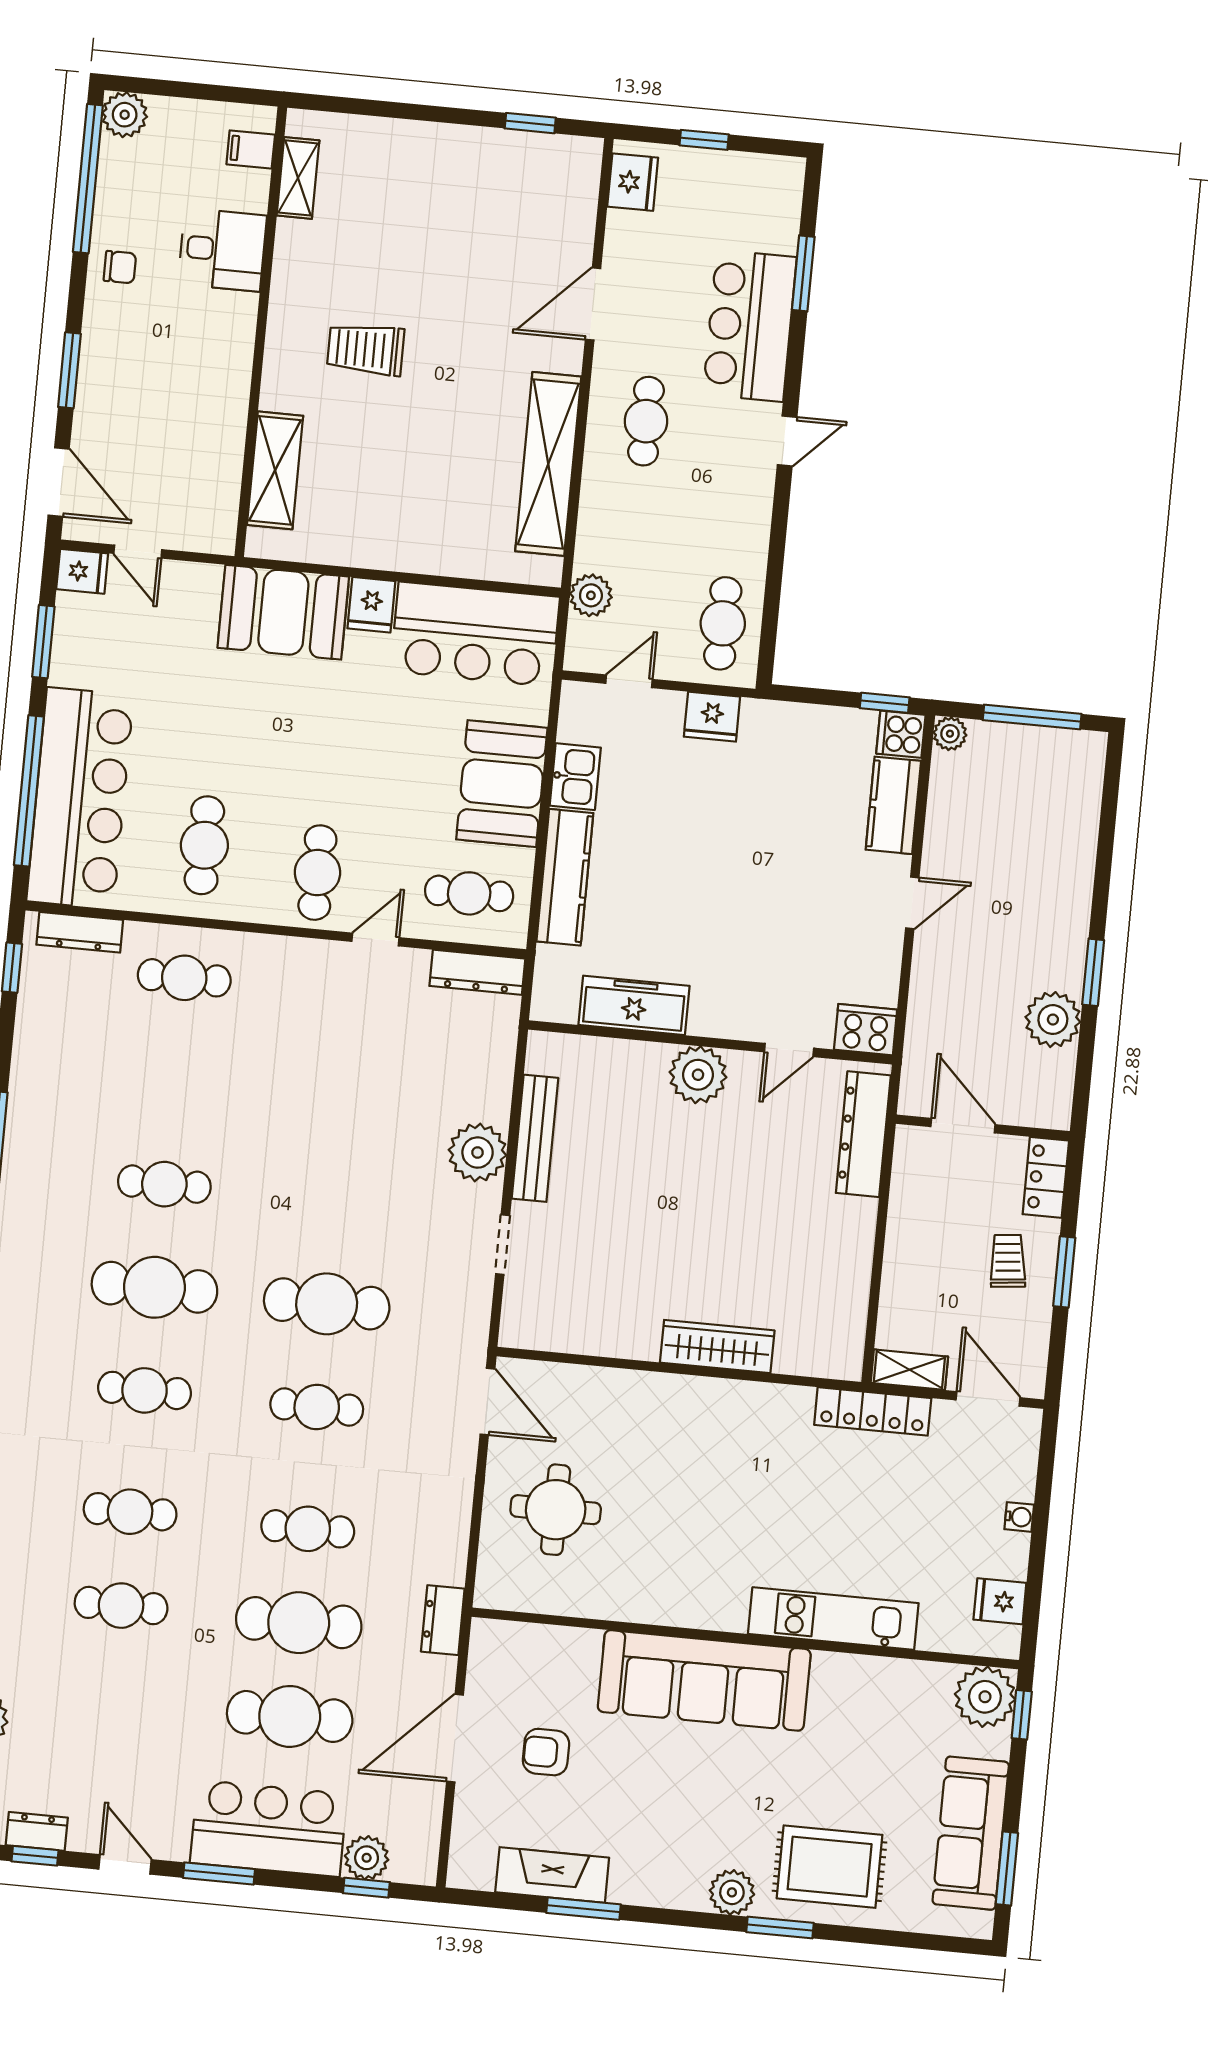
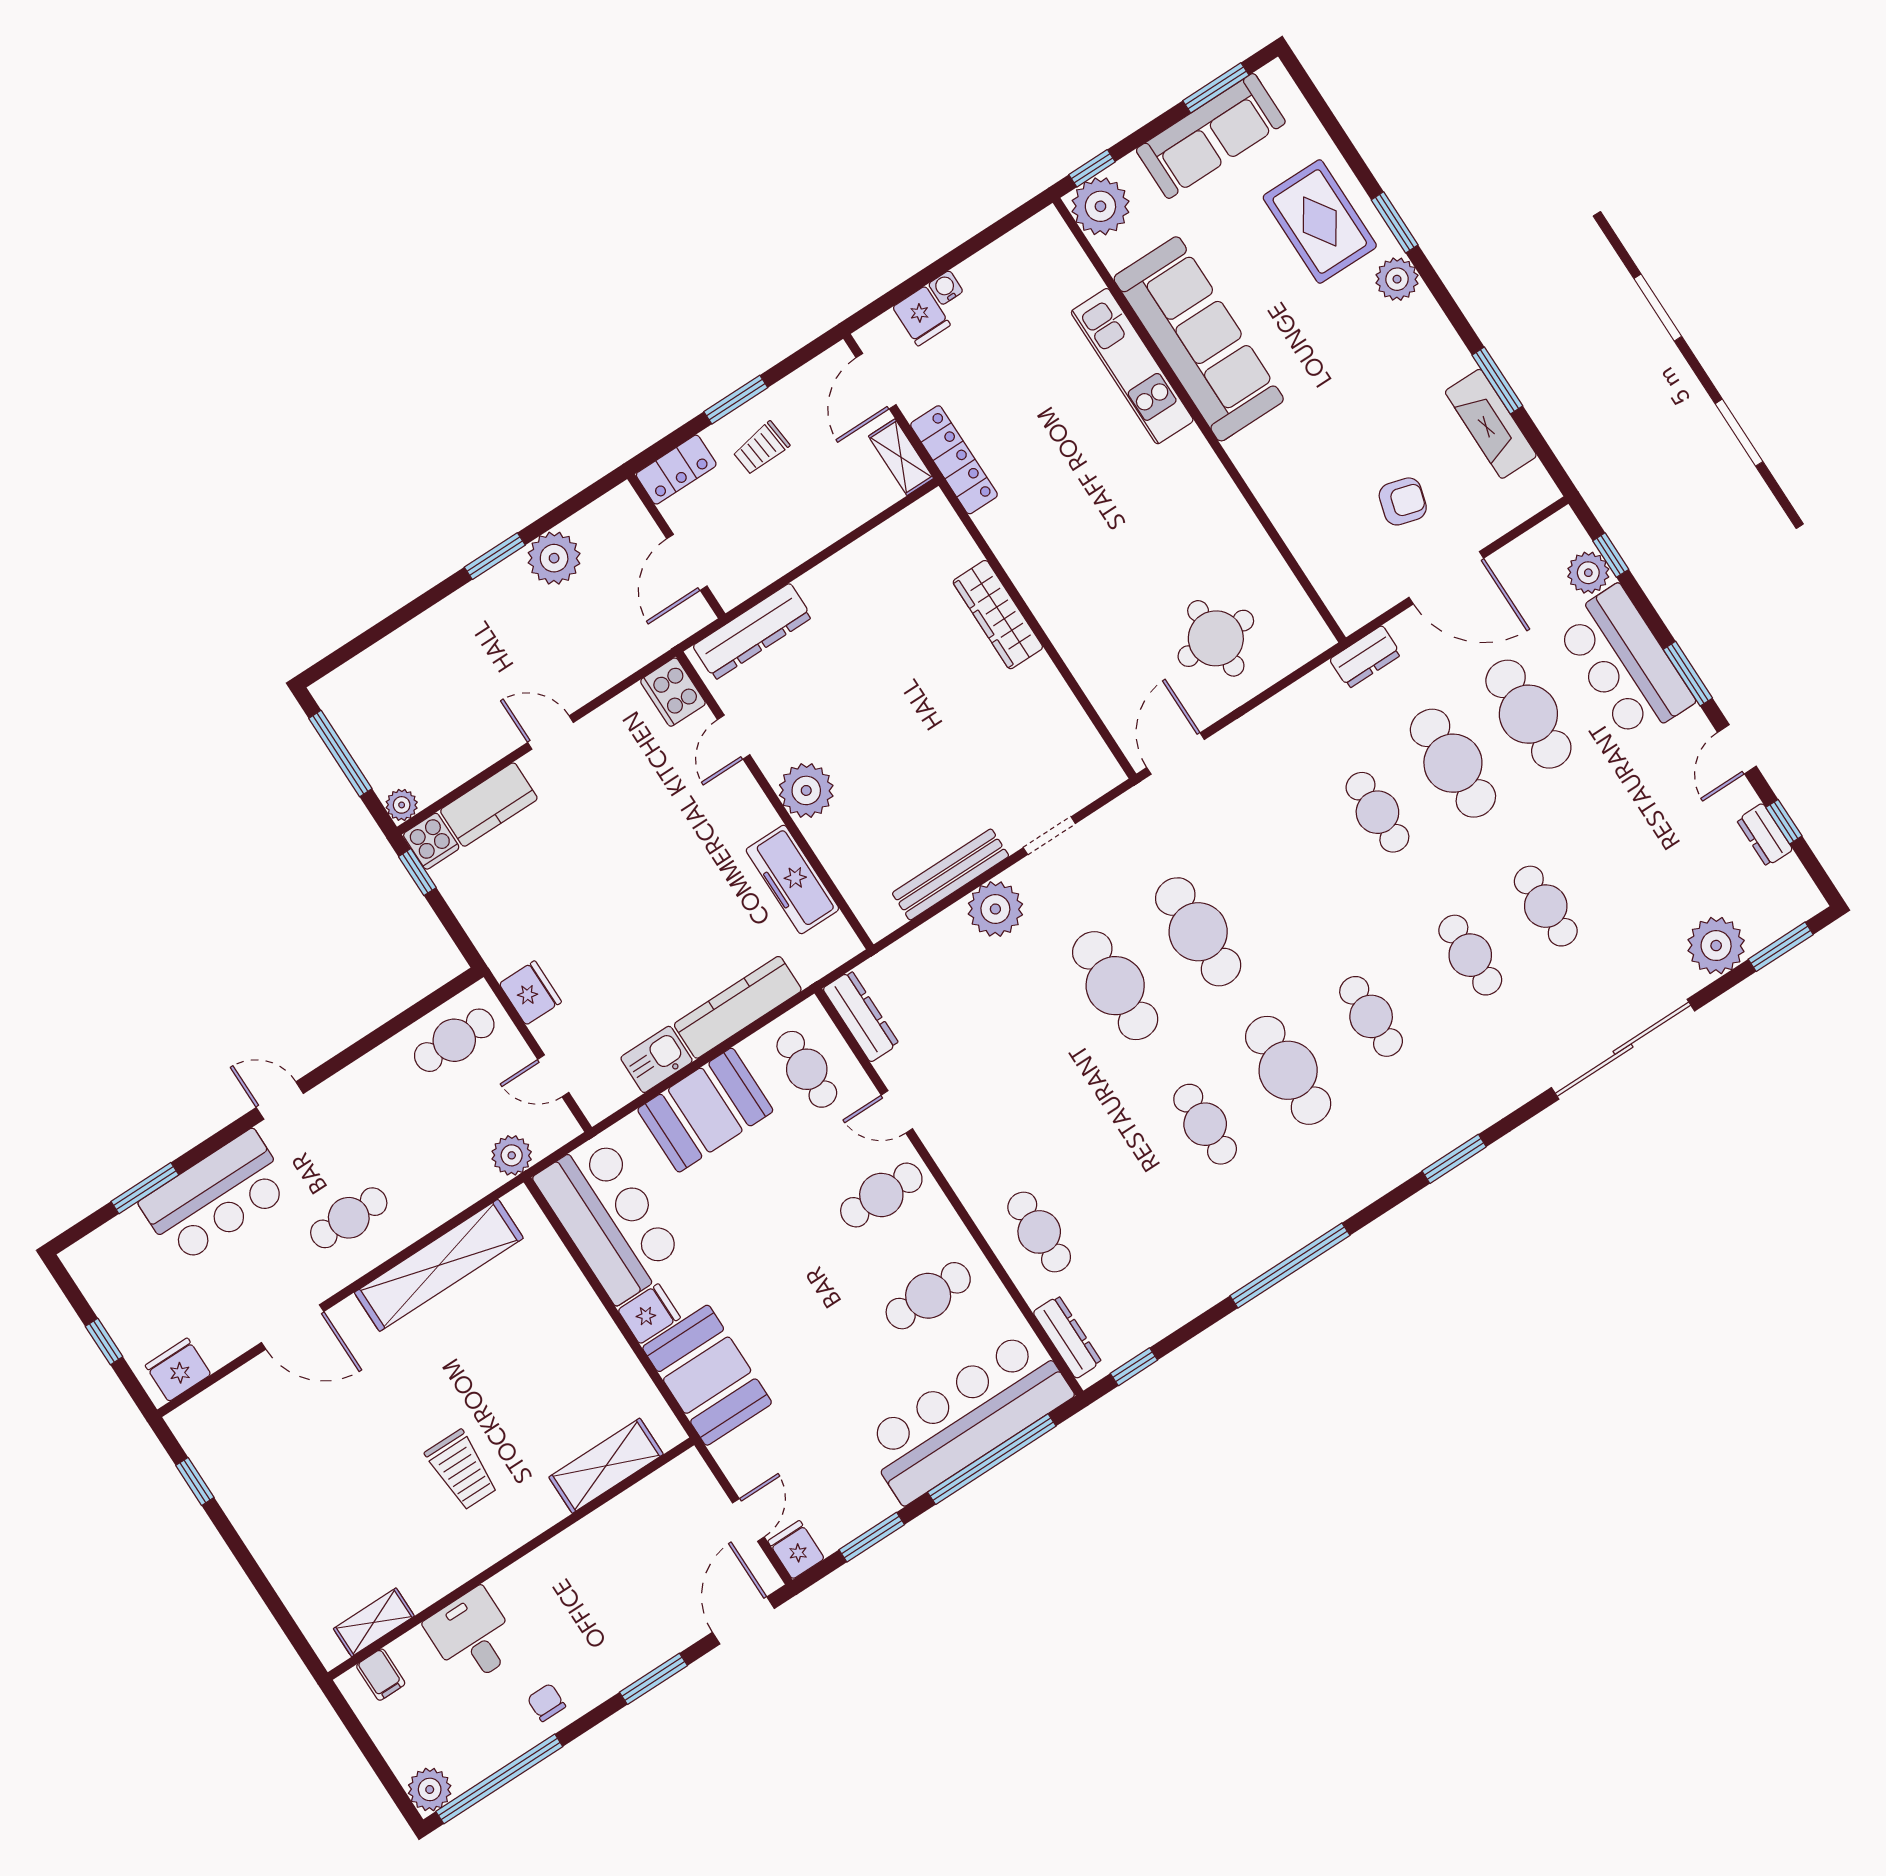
door: (789, 1050) -> (734, 737), swing flipped
cafe table: (317, 1407) -> (1115, 986), moved, width x1.37, depth x1.35
fridge: (1000, 1601) -> (921, 316), moved
sofa: (704, 1680) -> (1199, 339), moved
armchair: (546, 1752) -> (1403, 501), turned -74

